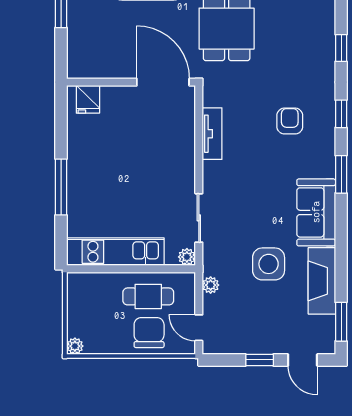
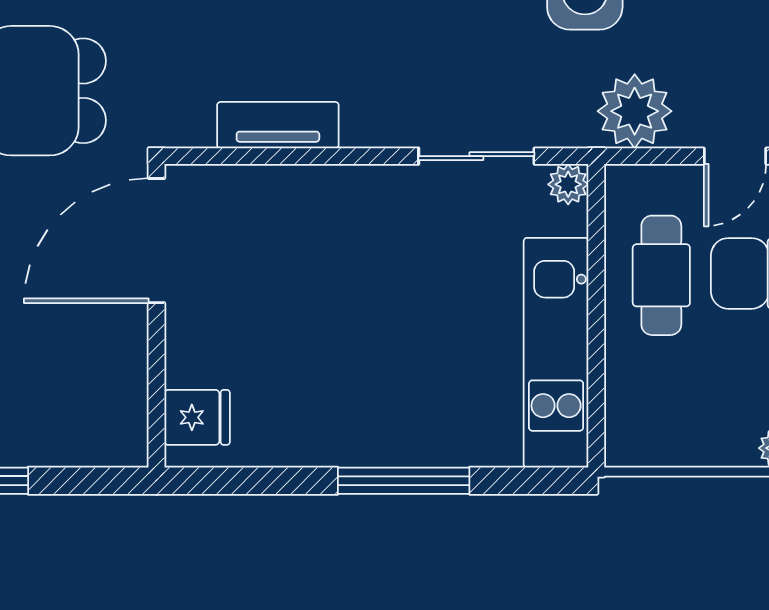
plant: (211, 285) -> (635, 111), width x1.88, depth x1.88

